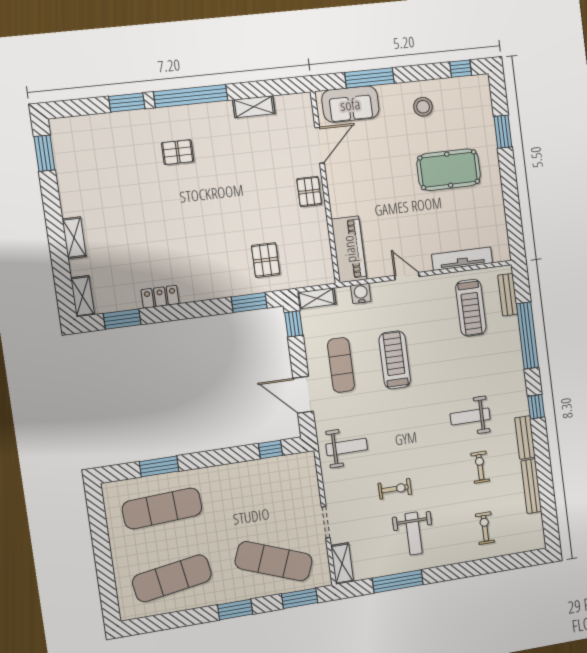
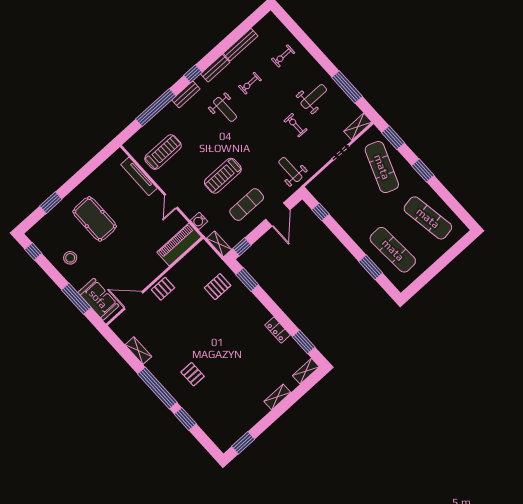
bench: (508, 295) -> (186, 94), moved

